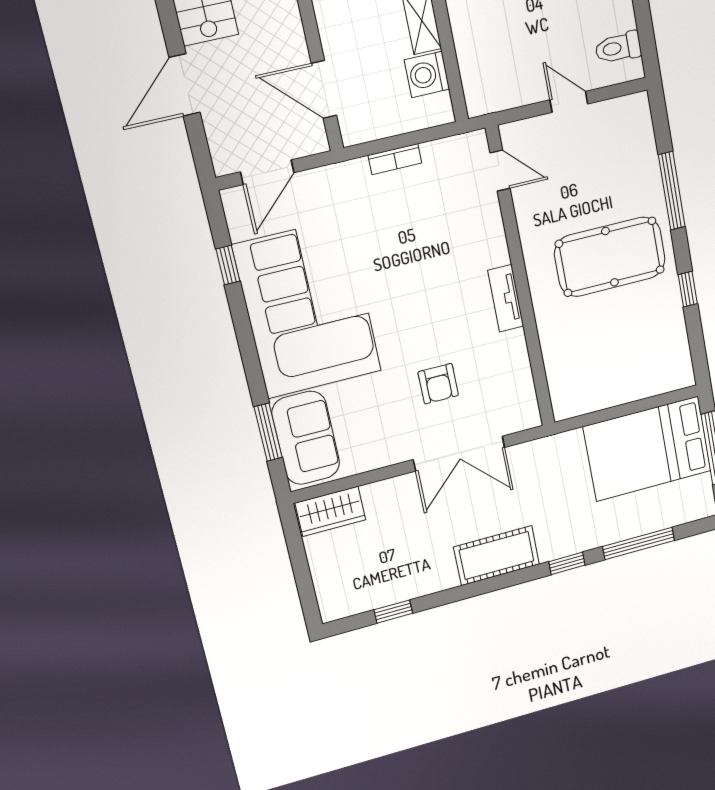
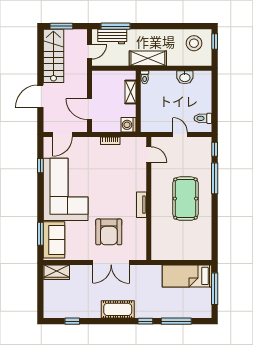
washing machine: (427, 74) -> (128, 125), moved
pool table: (610, 257) -> (186, 199), turned 90
window: (688, 289) -> (215, 149), moved
armchair: (438, 384) -> (109, 232), width x1.88, depth x1.88
bed: (647, 449) -> (187, 276), width x0.67

